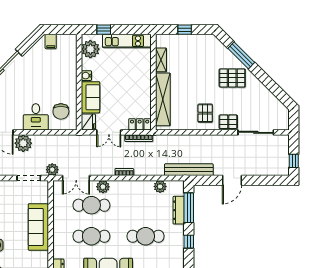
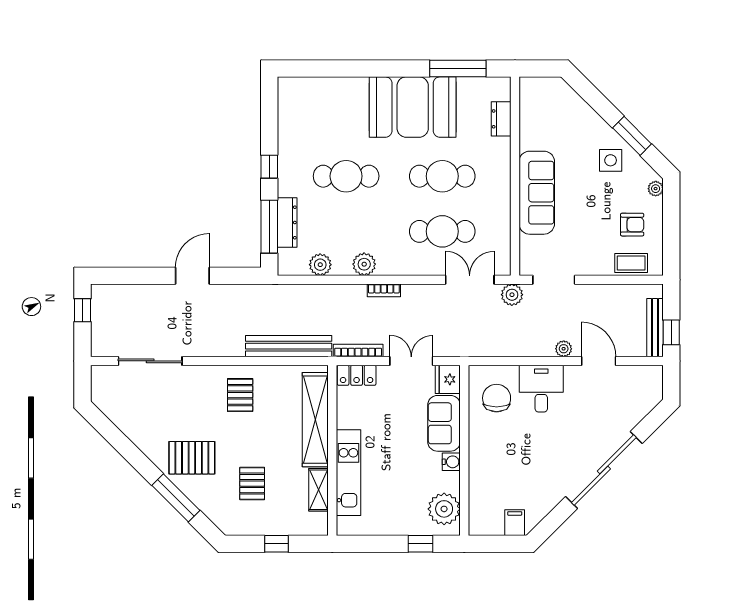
kitchen unit: (127, 41) -> (348, 473), moved, turned 90
pallet: (228, 122) -> (252, 484), moved, turned 90
plant: (23, 143) -> (564, 349), width x0.53, depth x0.53
bench: (189, 170) -> (289, 346), moved
plant: (103, 187) -> (364, 264), moved

